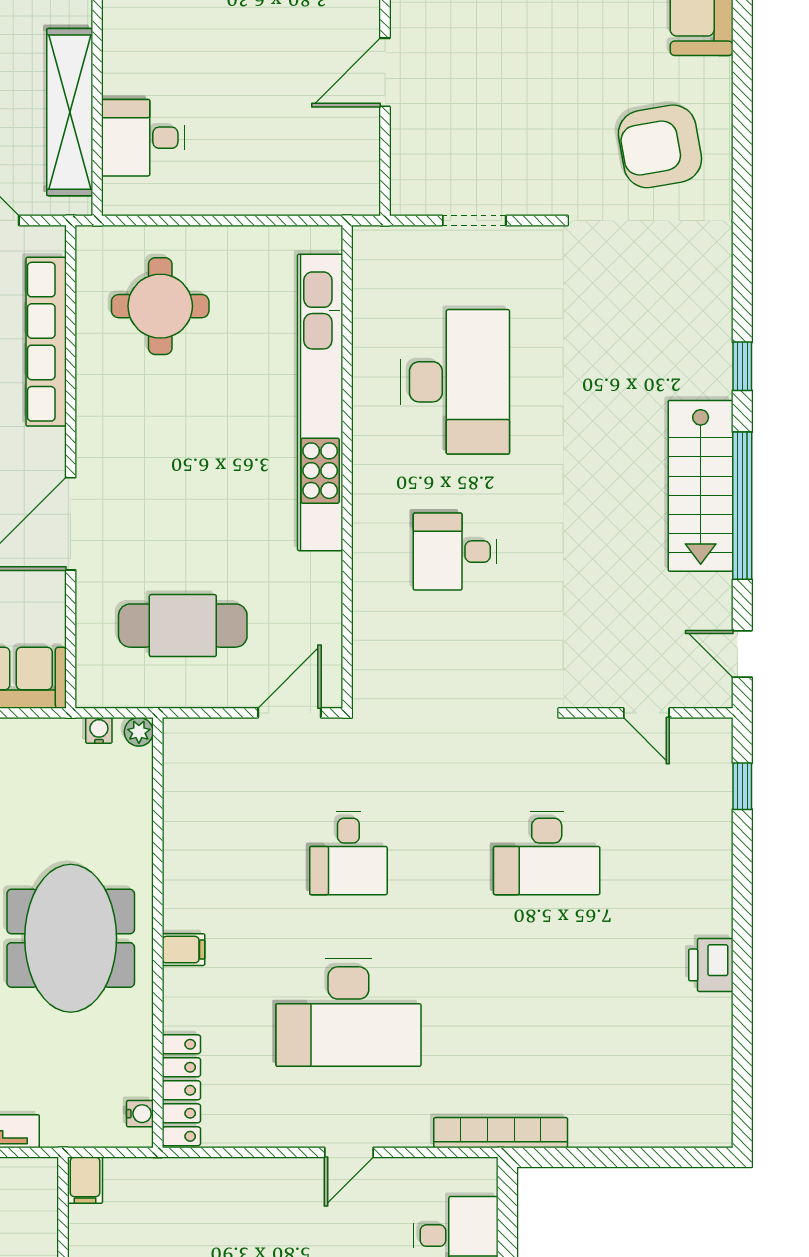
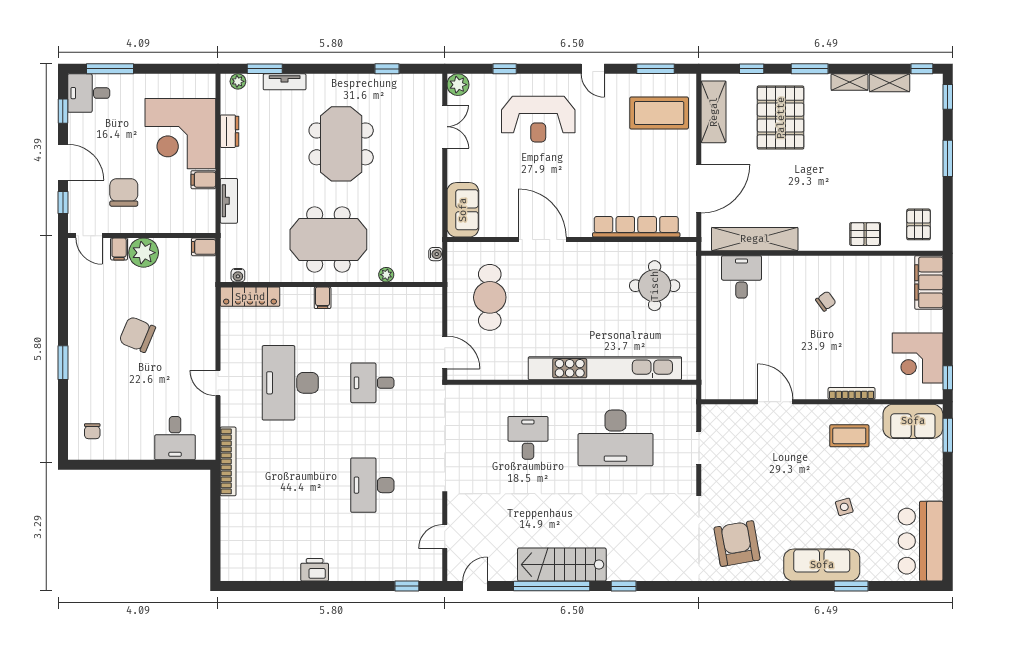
plant: (139, 732) -> (386, 275), moved

